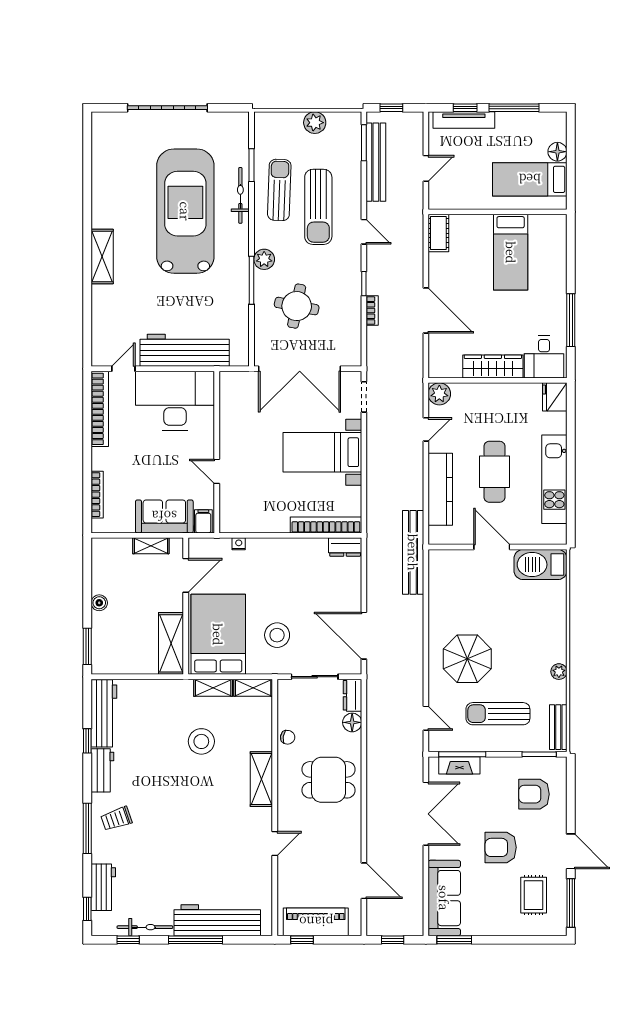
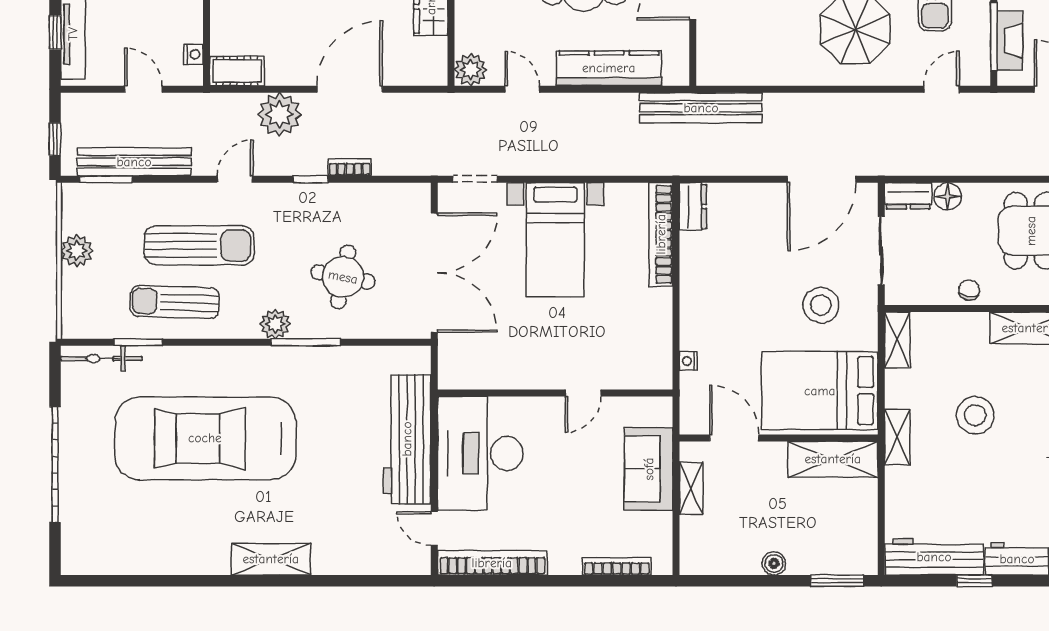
bicycle: (240, 195) -> (101, 359), moved
nightstand: (450, 203) -> (193, 54), added
plant: (409, 262) -> (280, 114), added
filing cabinet: (203, 521) -> (656, 412), removed
shelving: (213, 688) -> (897, 437), moved

